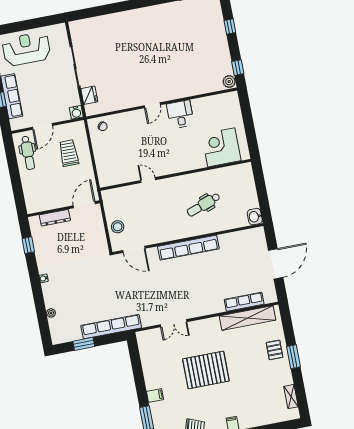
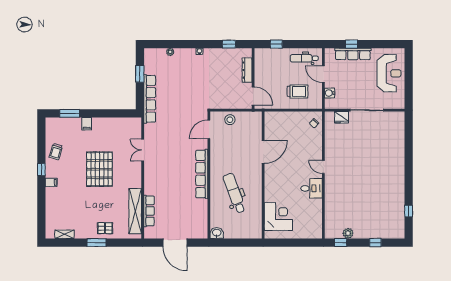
plant: (229, 82) -> (348, 233), moved
water cooler: (76, 112) -> (330, 93), moved
door: (148, 180) -> (263, 152), width x1.87
window: (17, 189) -> (276, 44), added
dental chair: (204, 205) -> (234, 193), width x1.36, depth x1.38

